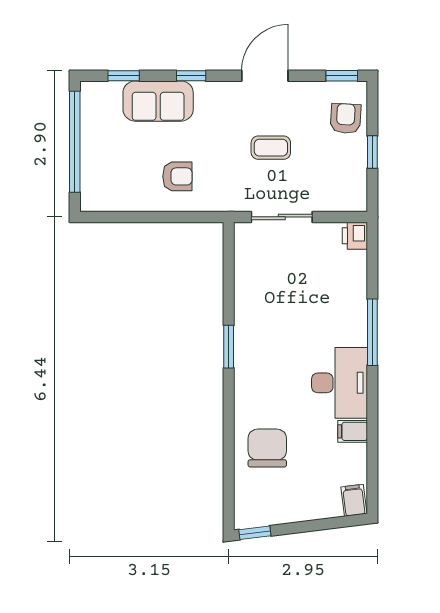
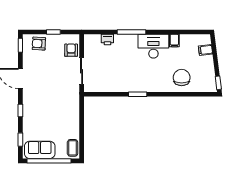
sofa: (158, 101) -> (40, 150), moved, turned -90
coffee table: (271, 148) -> (73, 148), moved
armchair: (177, 176) -> (71, 50), moved
printer: (355, 236) -> (107, 40), moved
chair: (267, 448) -> (182, 77), turned 90
filing cabinet: (354, 500) -> (205, 50), moved

